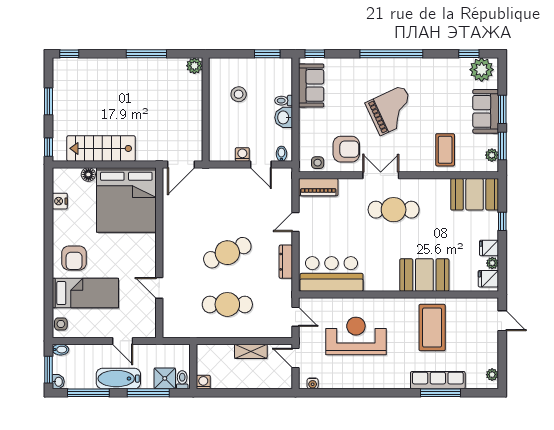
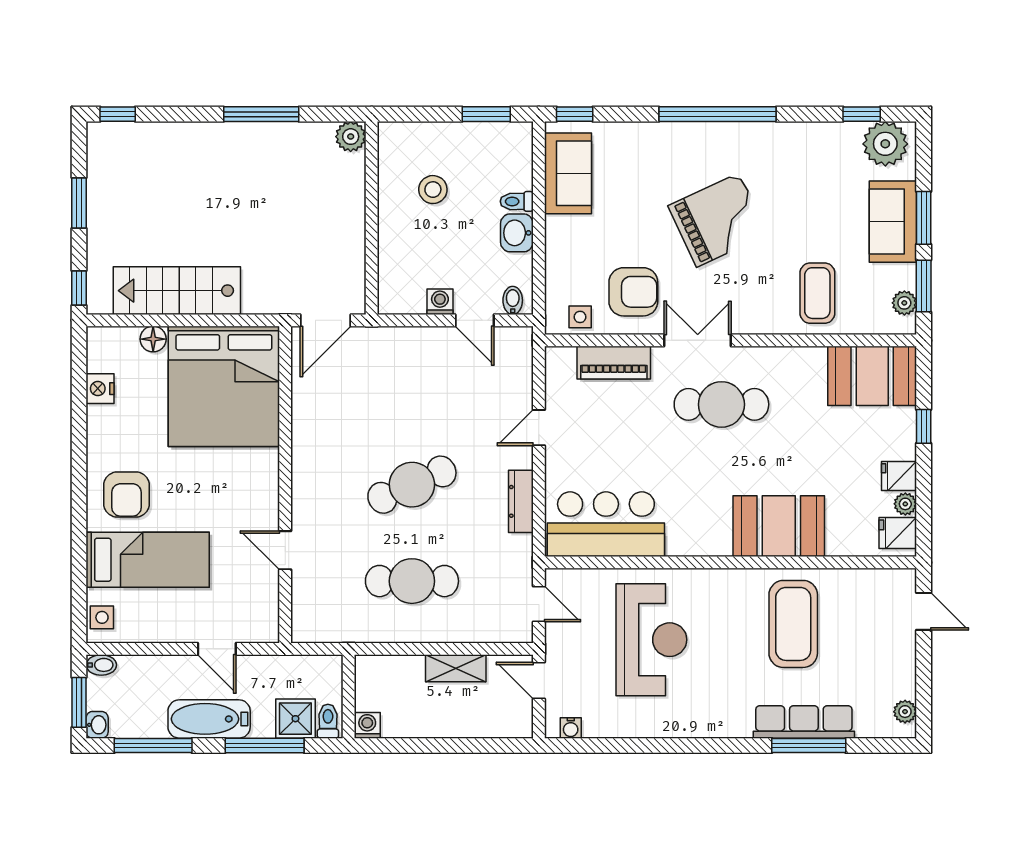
piano: (318, 187) -> (614, 363), moved
reception desk: (356, 336) -> (651, 640), turned 90

